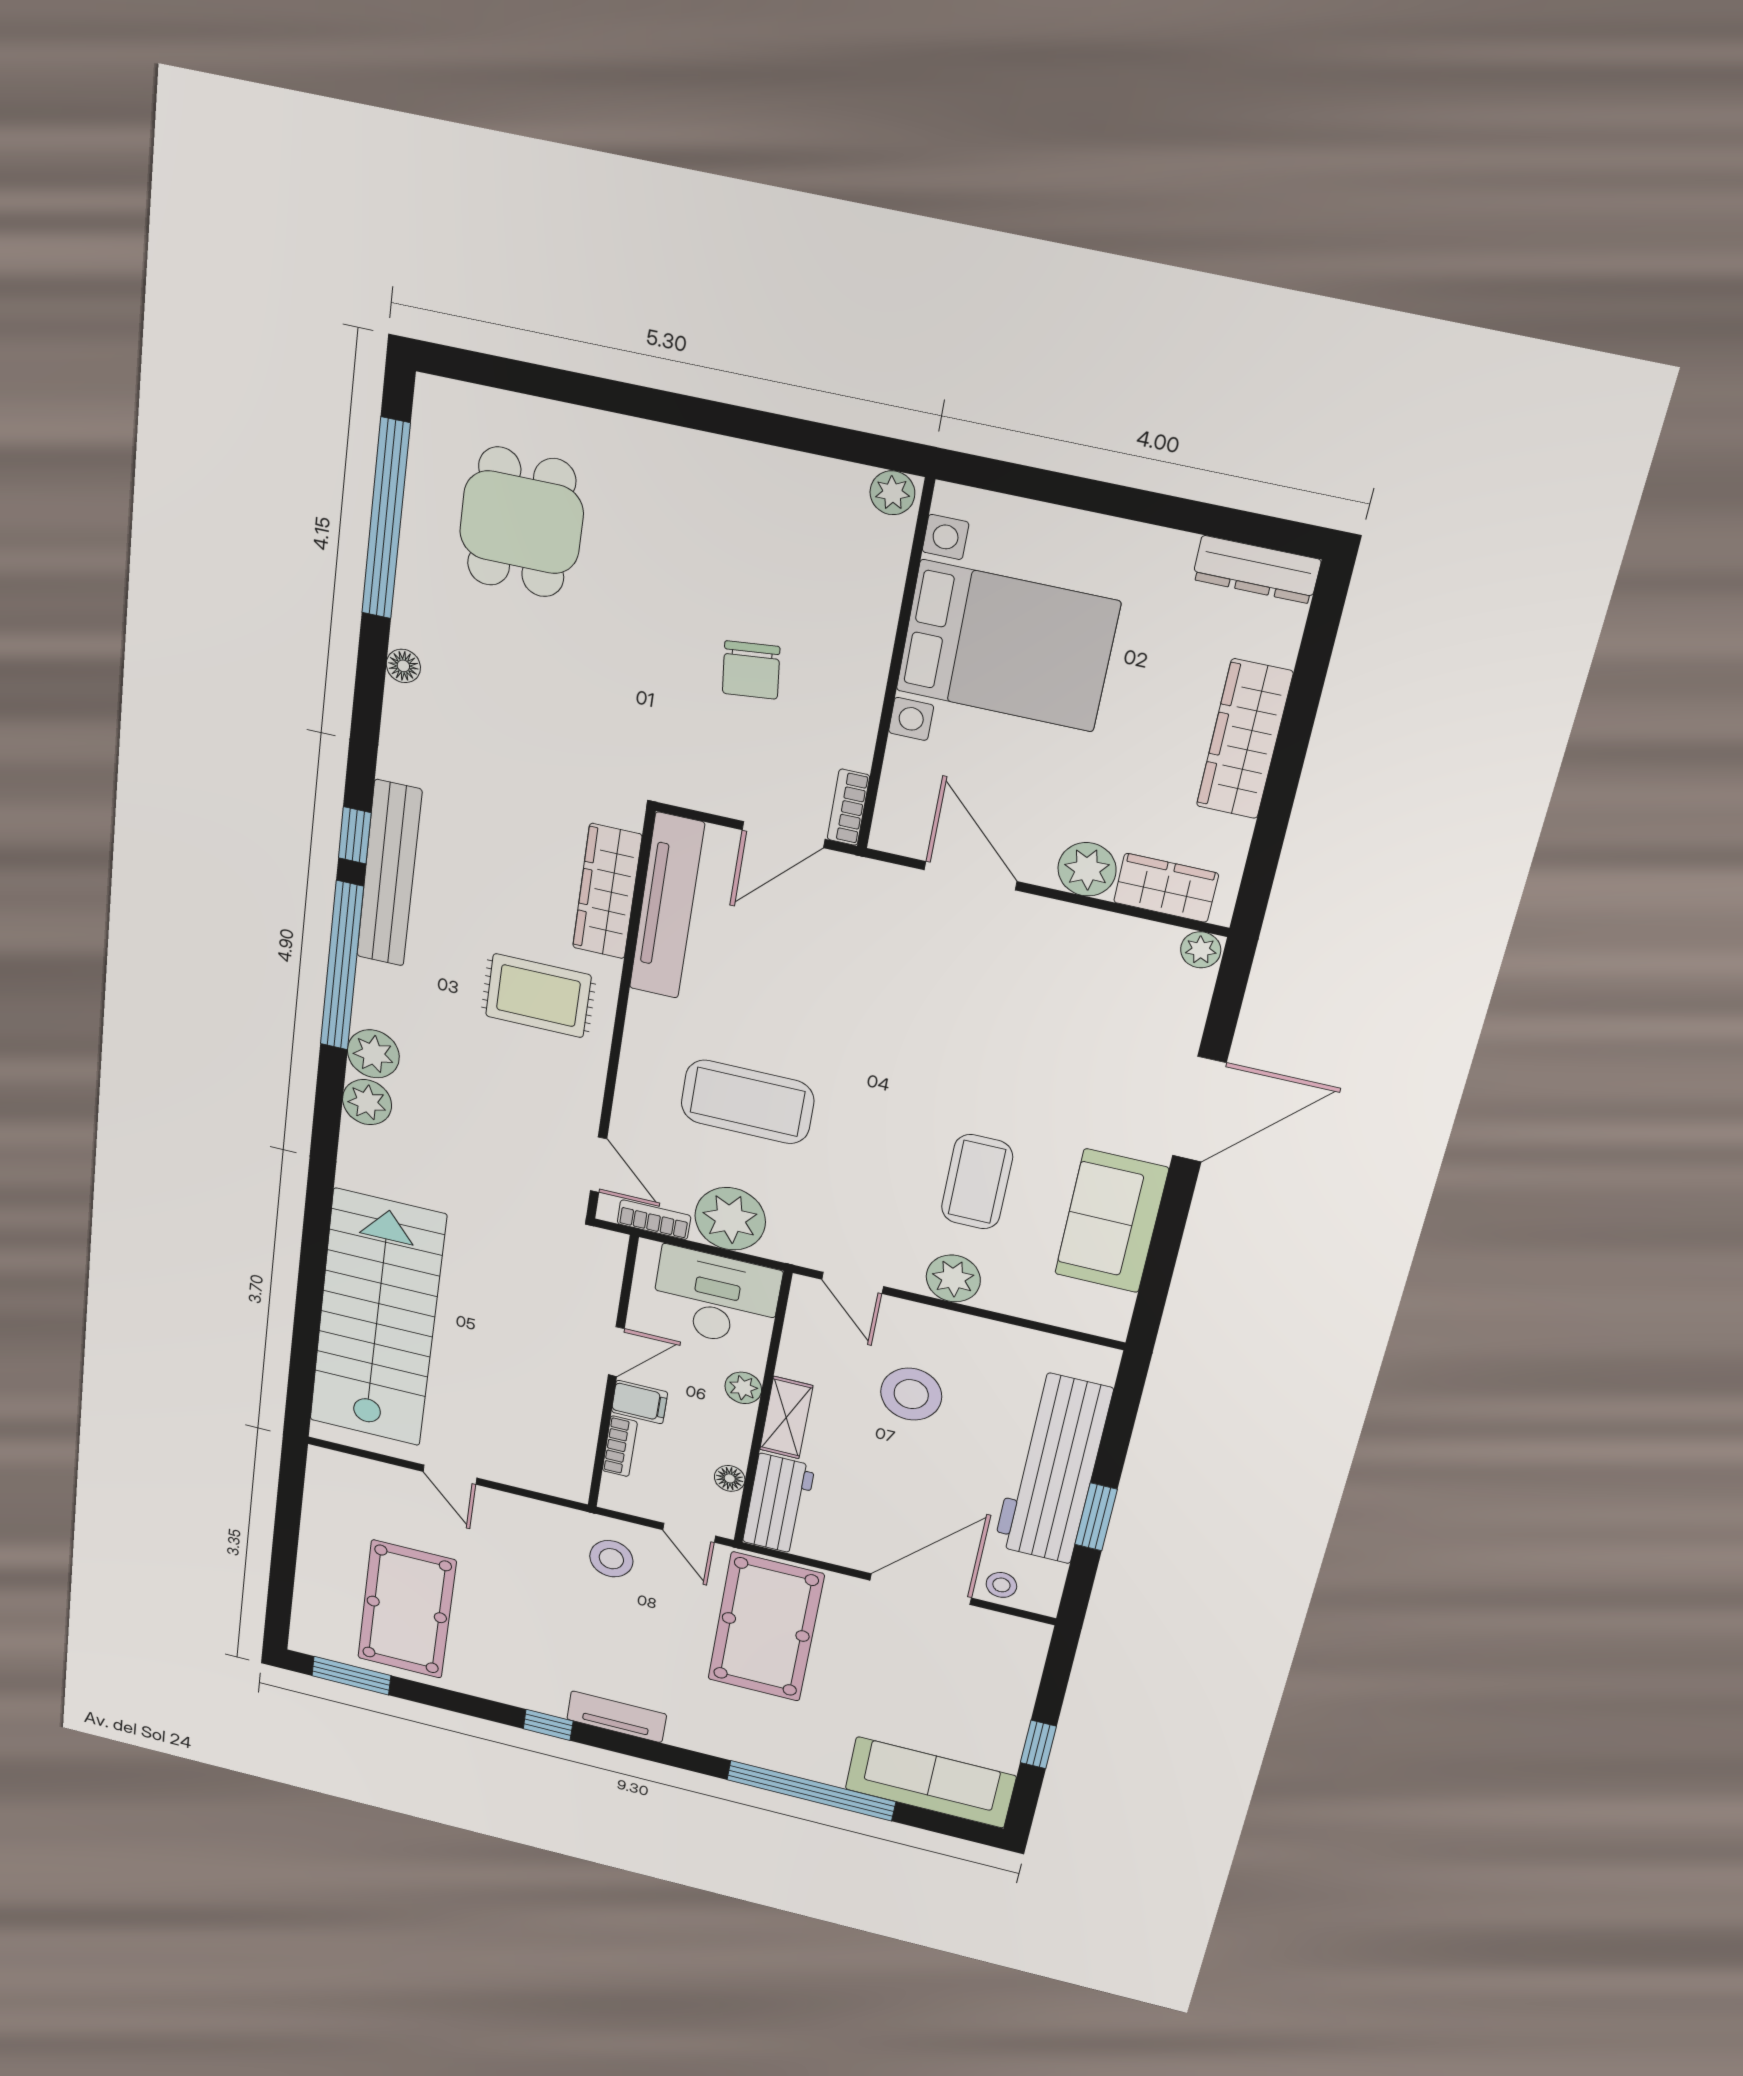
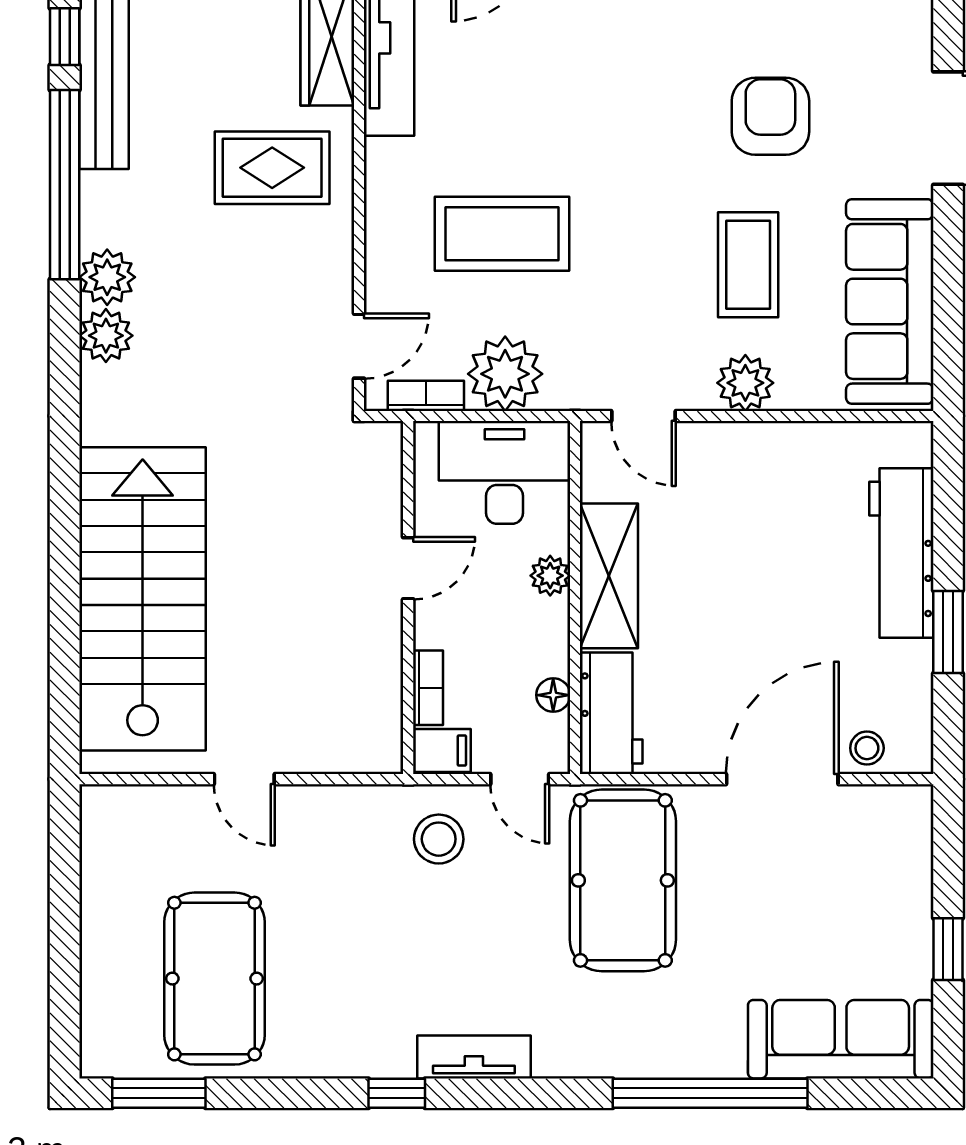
armchair: (1027, 1059) -> (770, 116), added
door: (598, 1165) -> (359, 346), hinge flipped
sofa: (1111, 1221) -> (890, 301), width x1.36
stool: (911, 1394) -> (728, 534), removed
filing cabinet: (640, 1402) -> (442, 750), moved
shelving: (786, 1418) -> (609, 576), width x1.50, depth x1.33
workbench: (1053, 1468) -> (901, 553), width x0.73, depth x0.76

